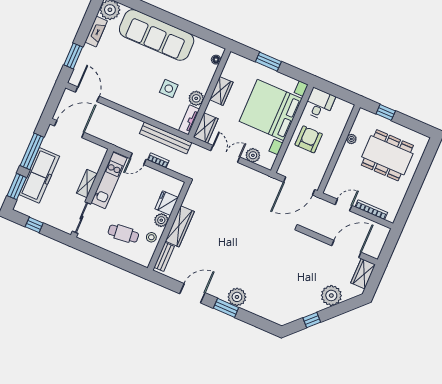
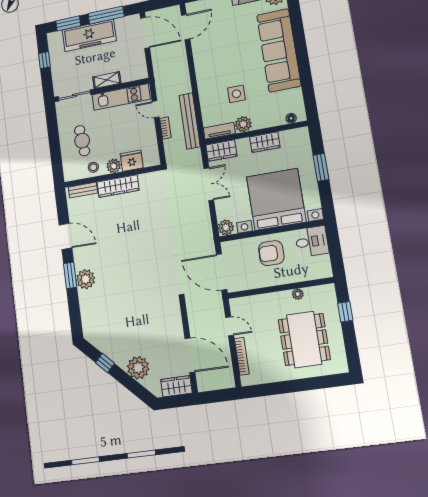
armchair: (309, 139) -> (271, 253), turned 180
plant: (253, 155) -> (226, 227), moved

